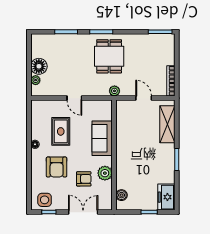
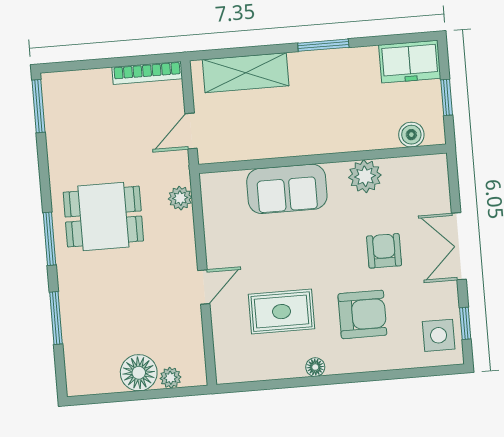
sofa: (102, 138) -> (287, 189), moved
wall: (114, 155) -> (322, 159), moved
plant: (105, 173) -> (365, 176), moved
boiler: (122, 195) -> (411, 135), moved

